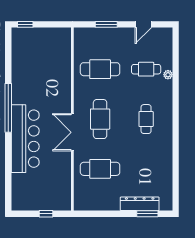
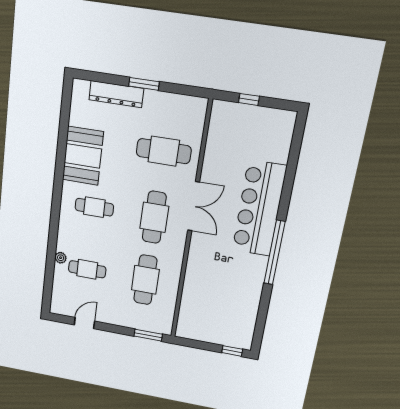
window: (106, 24) -> (148, 335), moved
cafe table: (100, 69) -> (145, 280), turned 90
cafe table: (146, 119) -> (94, 207), turned 90
booth: (159, 156) -> (83, 156), added
window: (147, 214) -> (144, 84), moved

